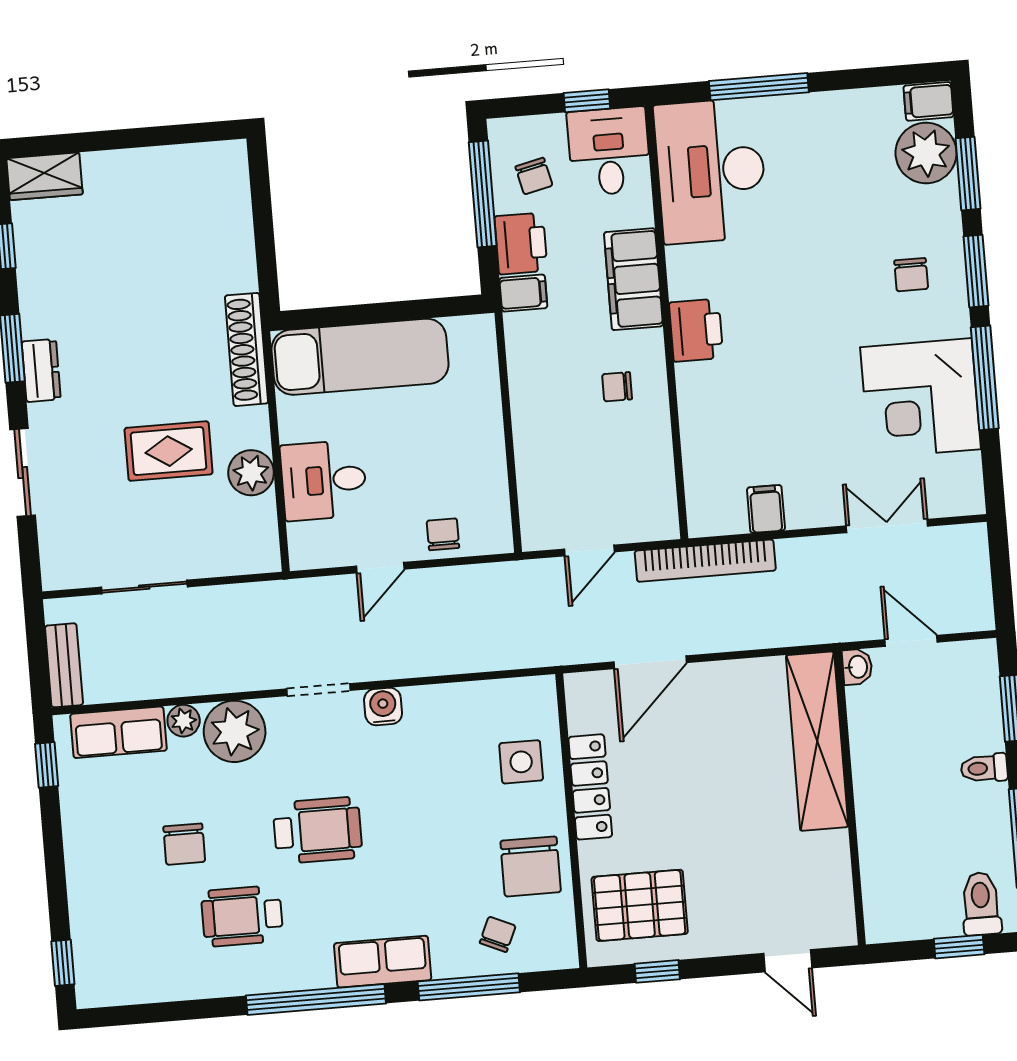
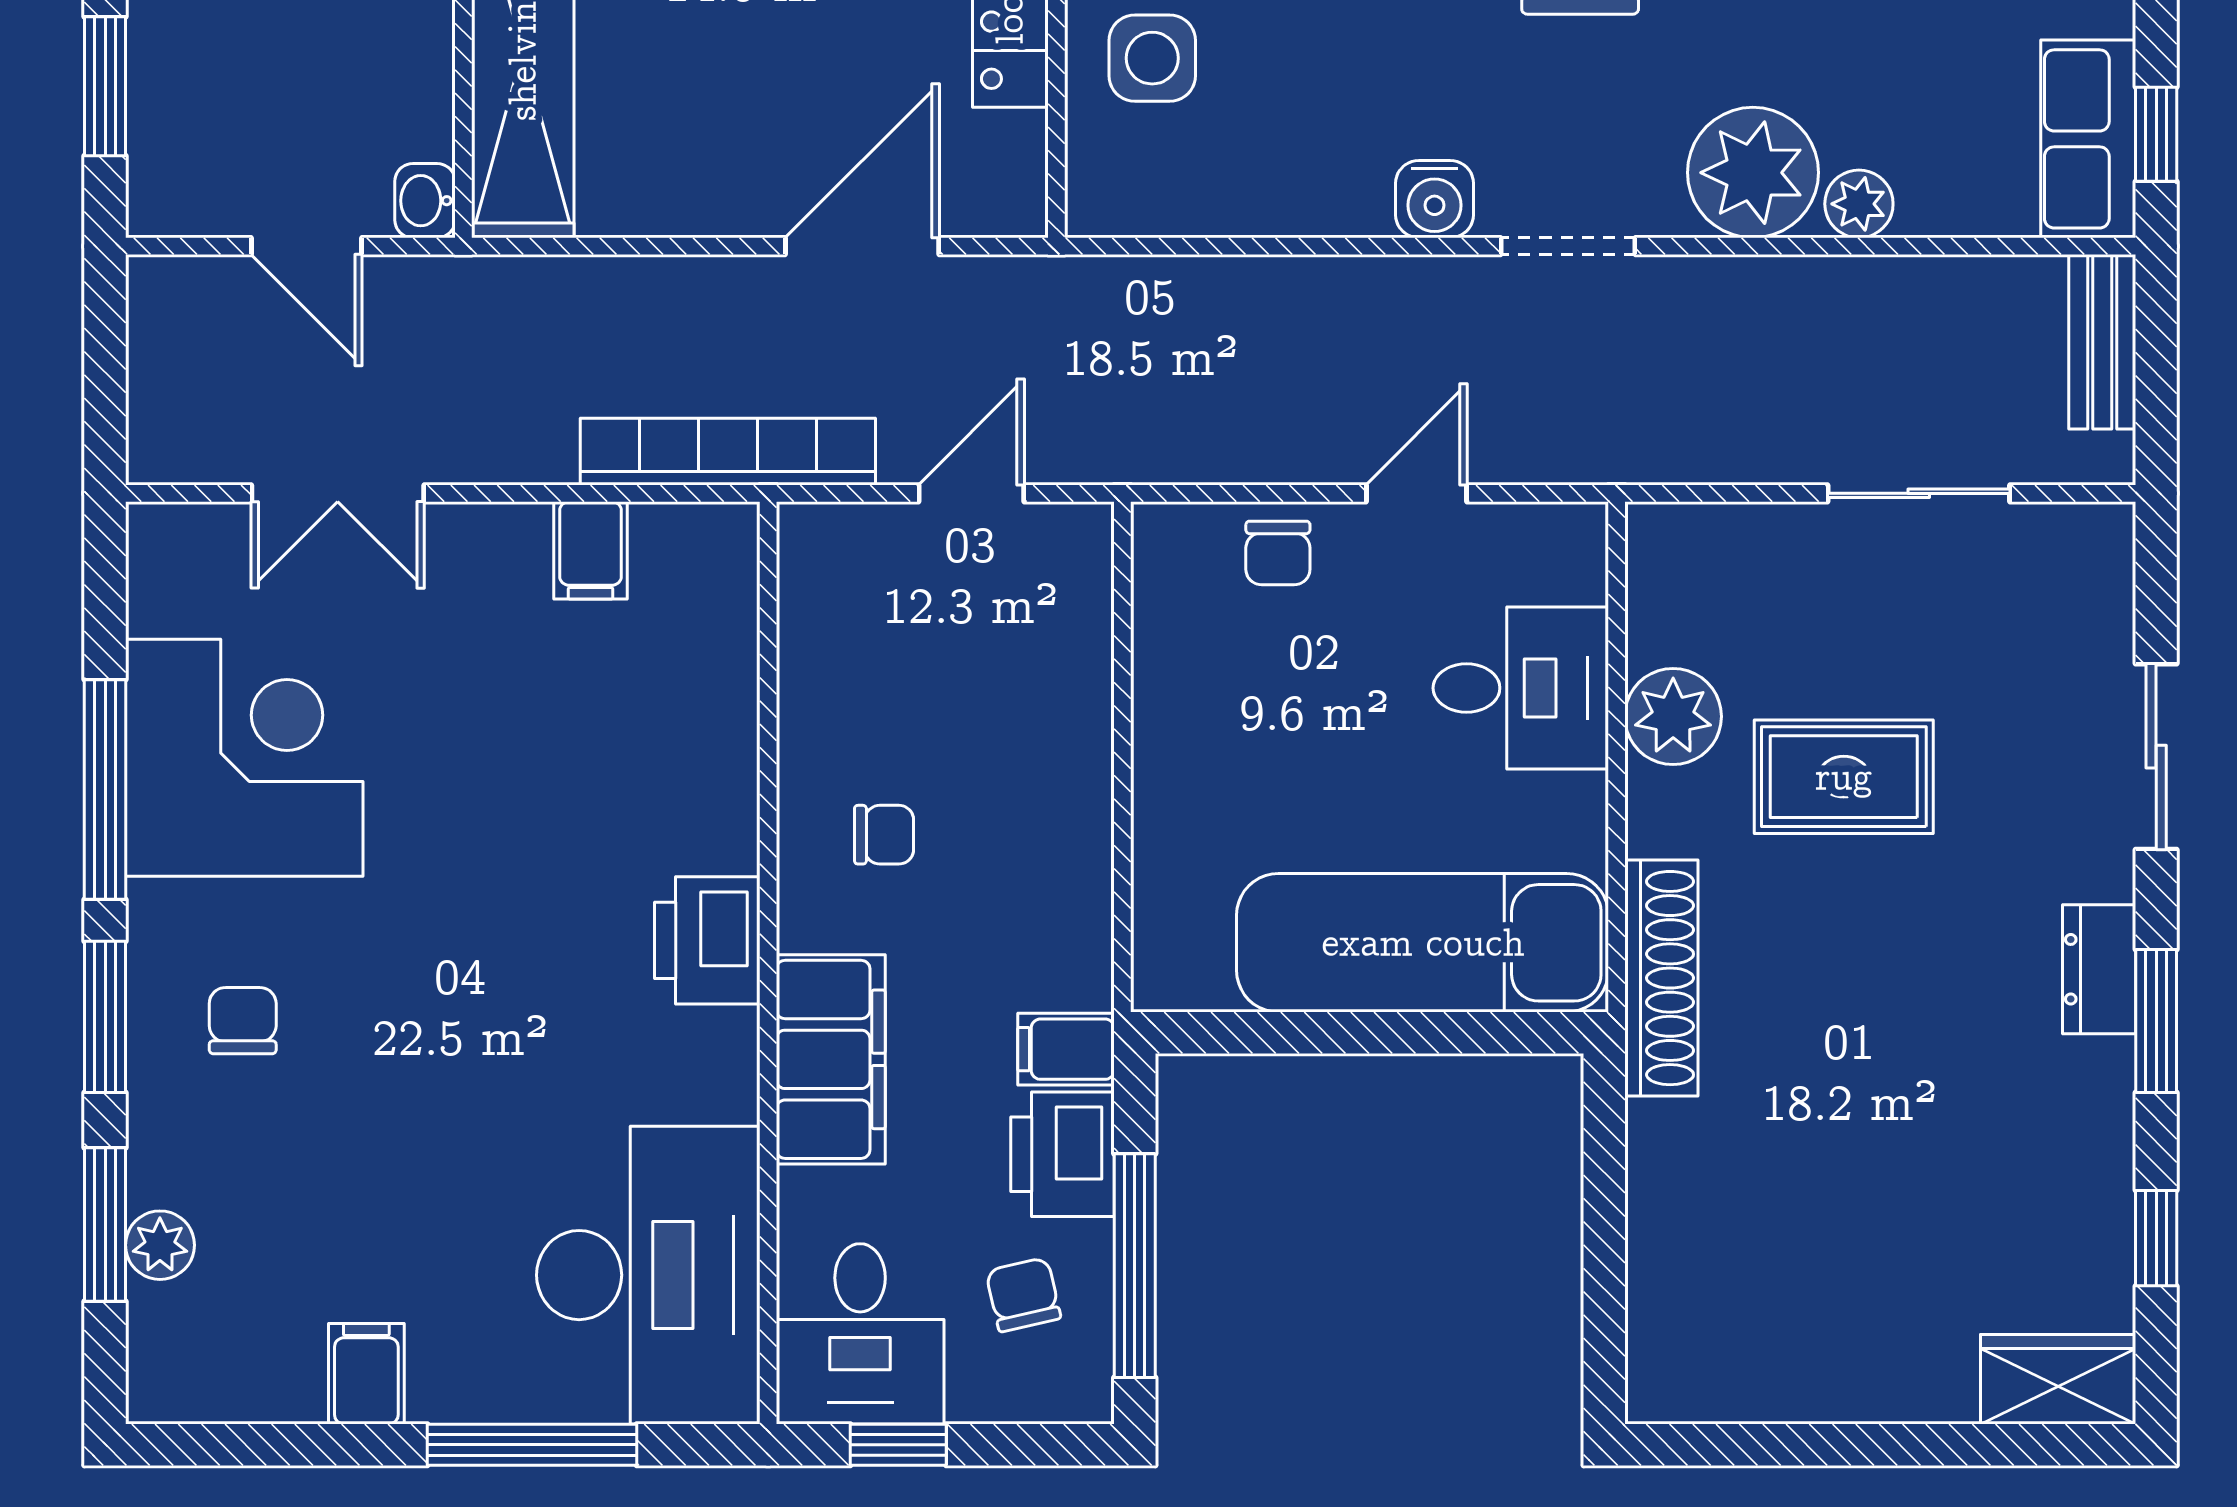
filing cabinet: (928, 101) -> (366, 1374), moved, turned -90
plant: (926, 153) -> (160, 1245), width x0.53, depth x0.53
row of seats: (118, 732) -> (2088, 139), moved, turned -90

